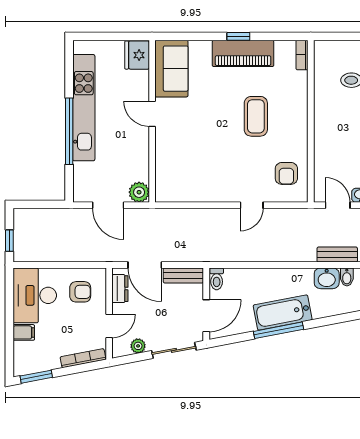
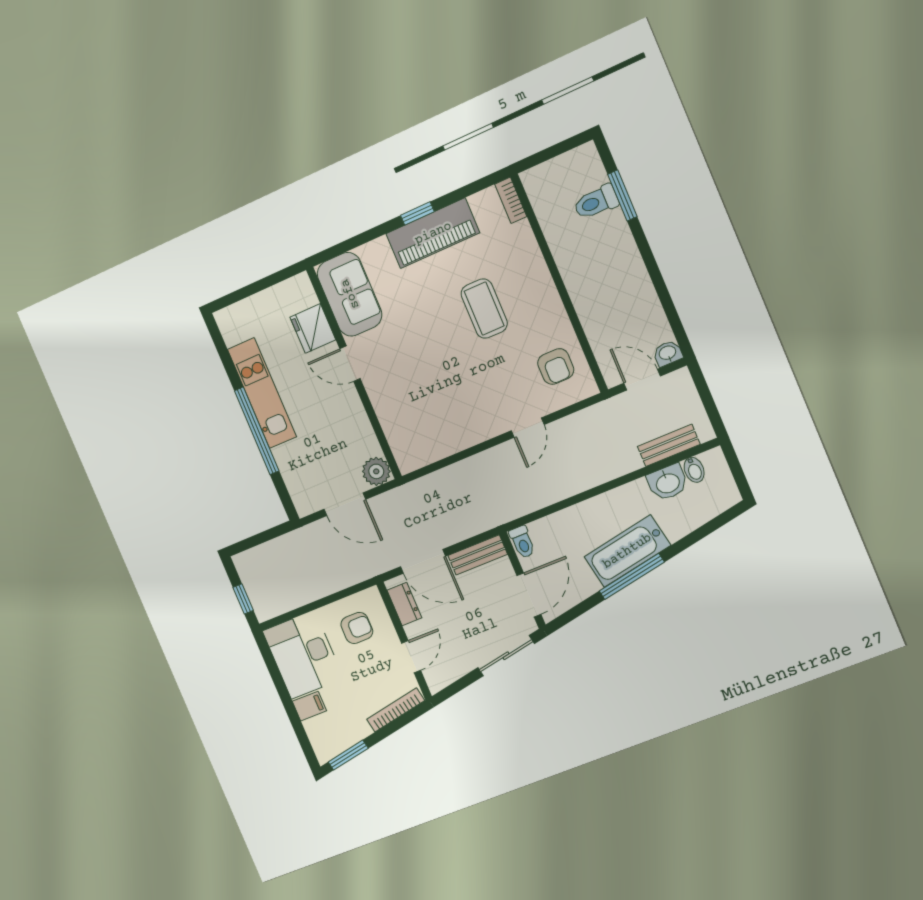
fridge: (137, 55) -> (313, 329), moved
kitchen unit: (84, 108) -> (262, 393), width x0.73
plant: (138, 346) -> (458, 668), removed

